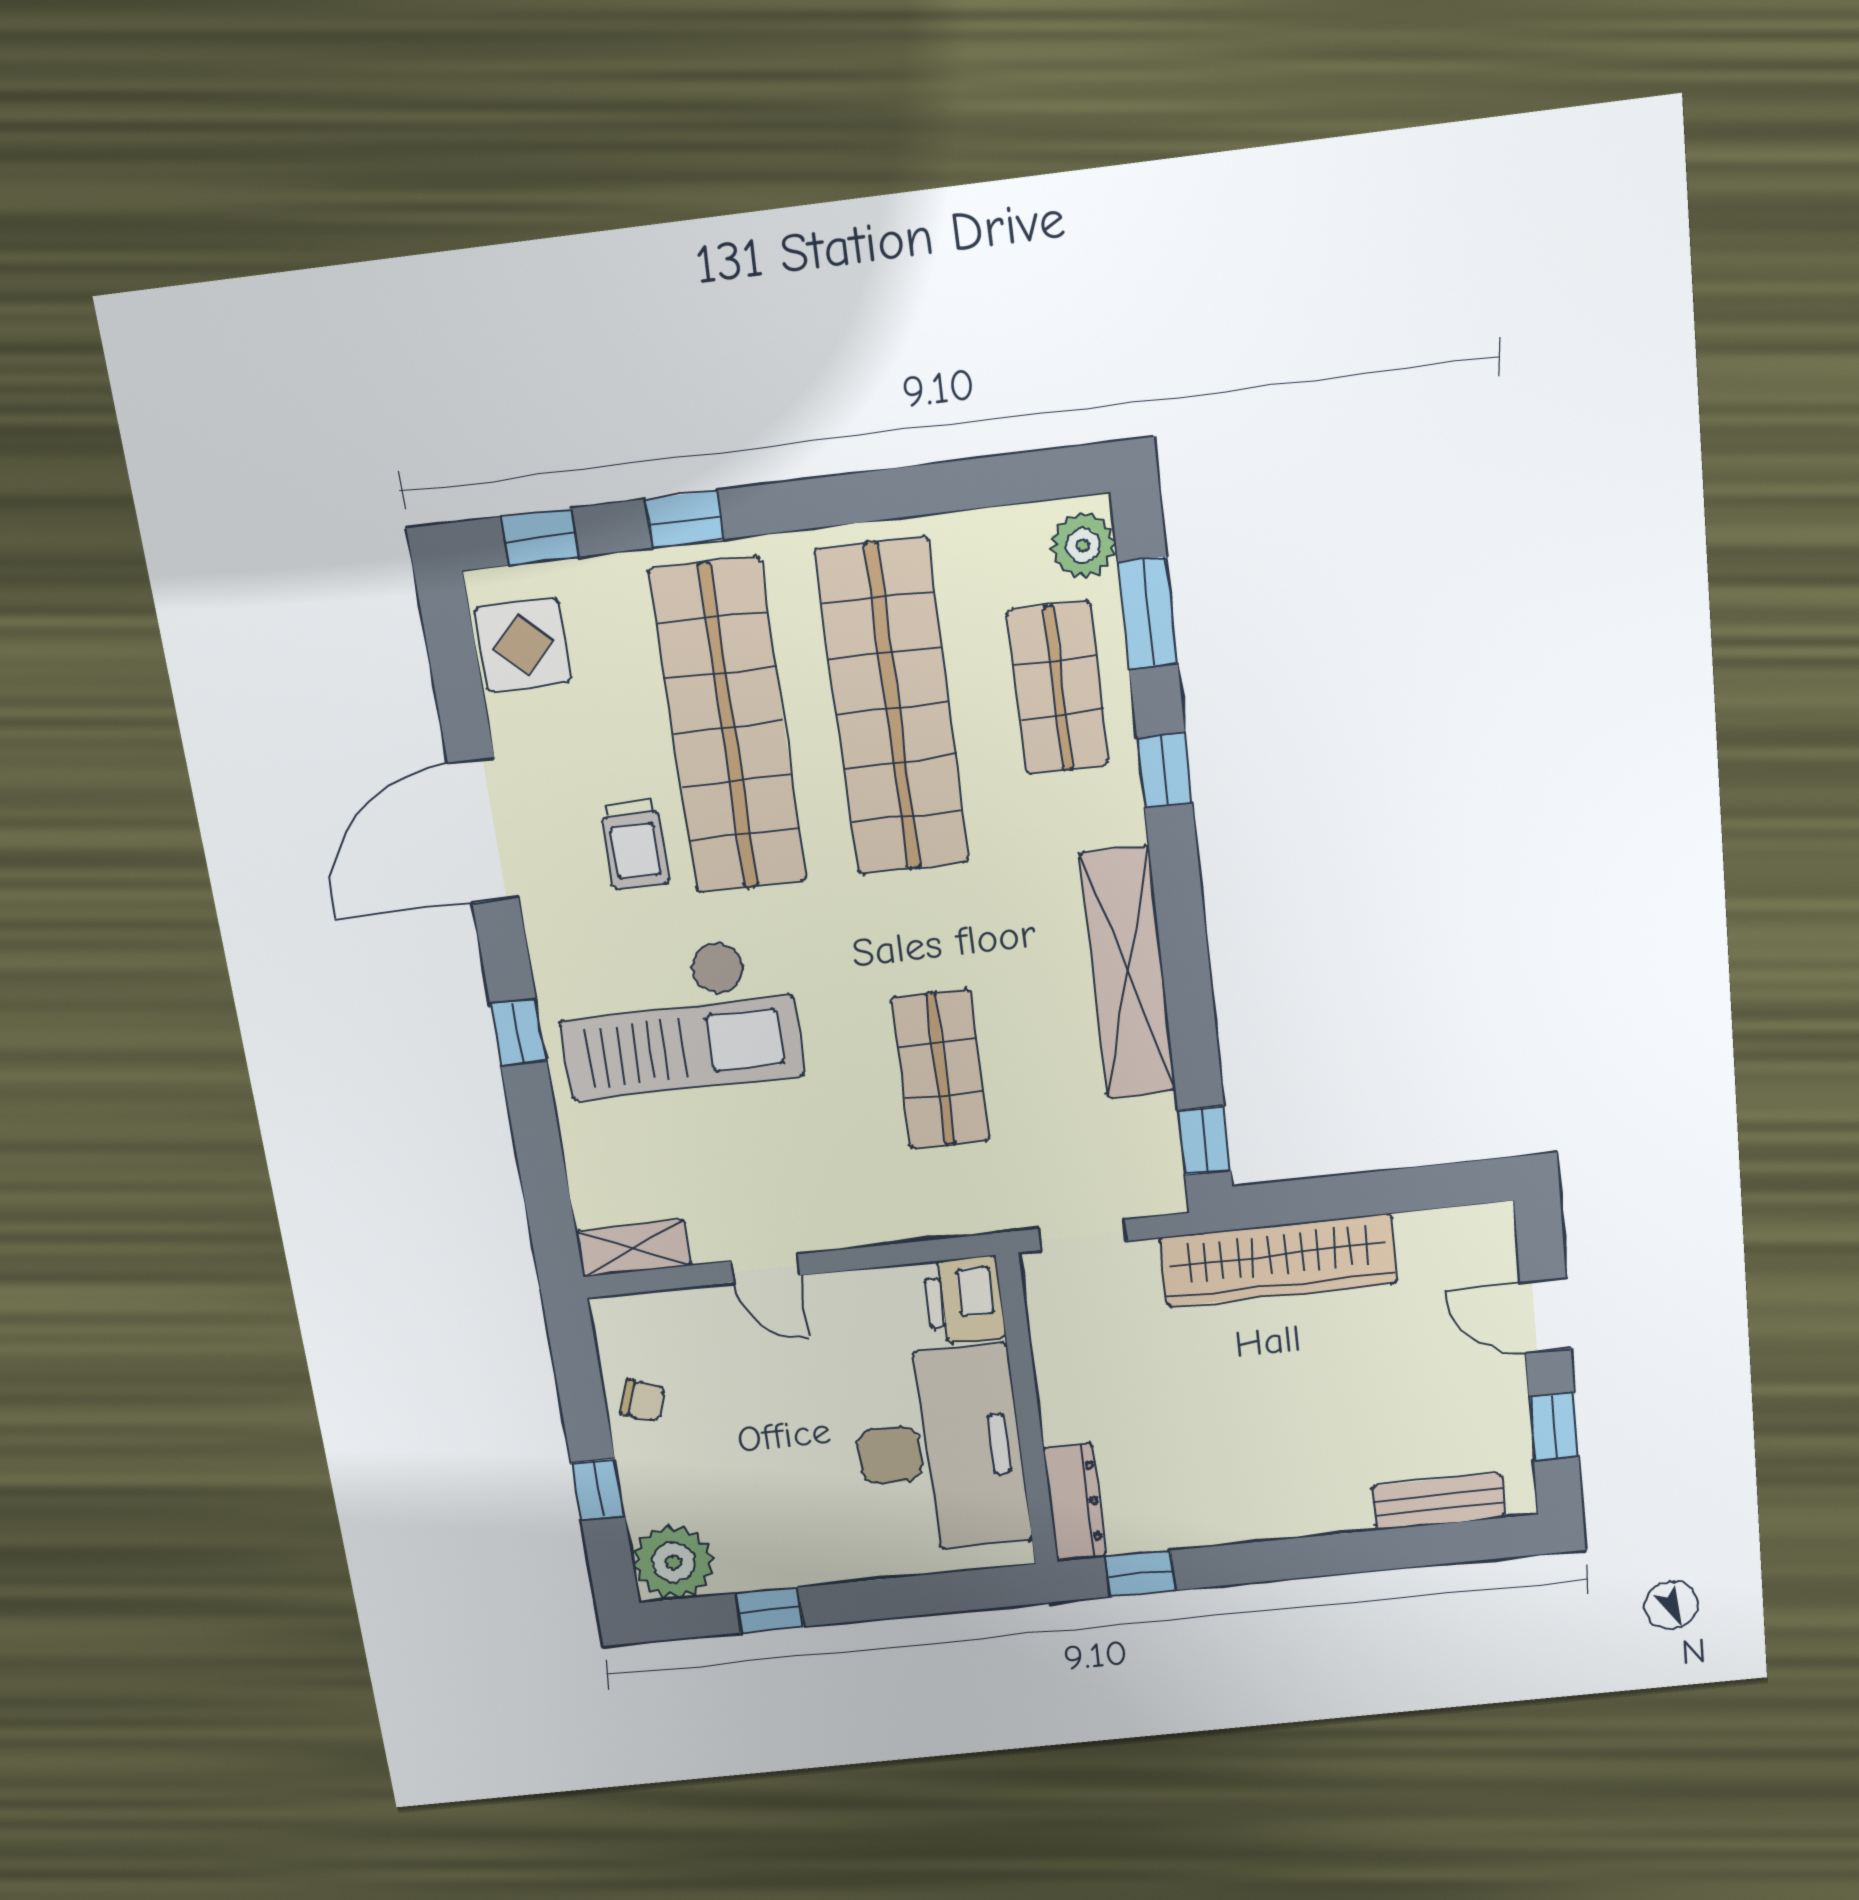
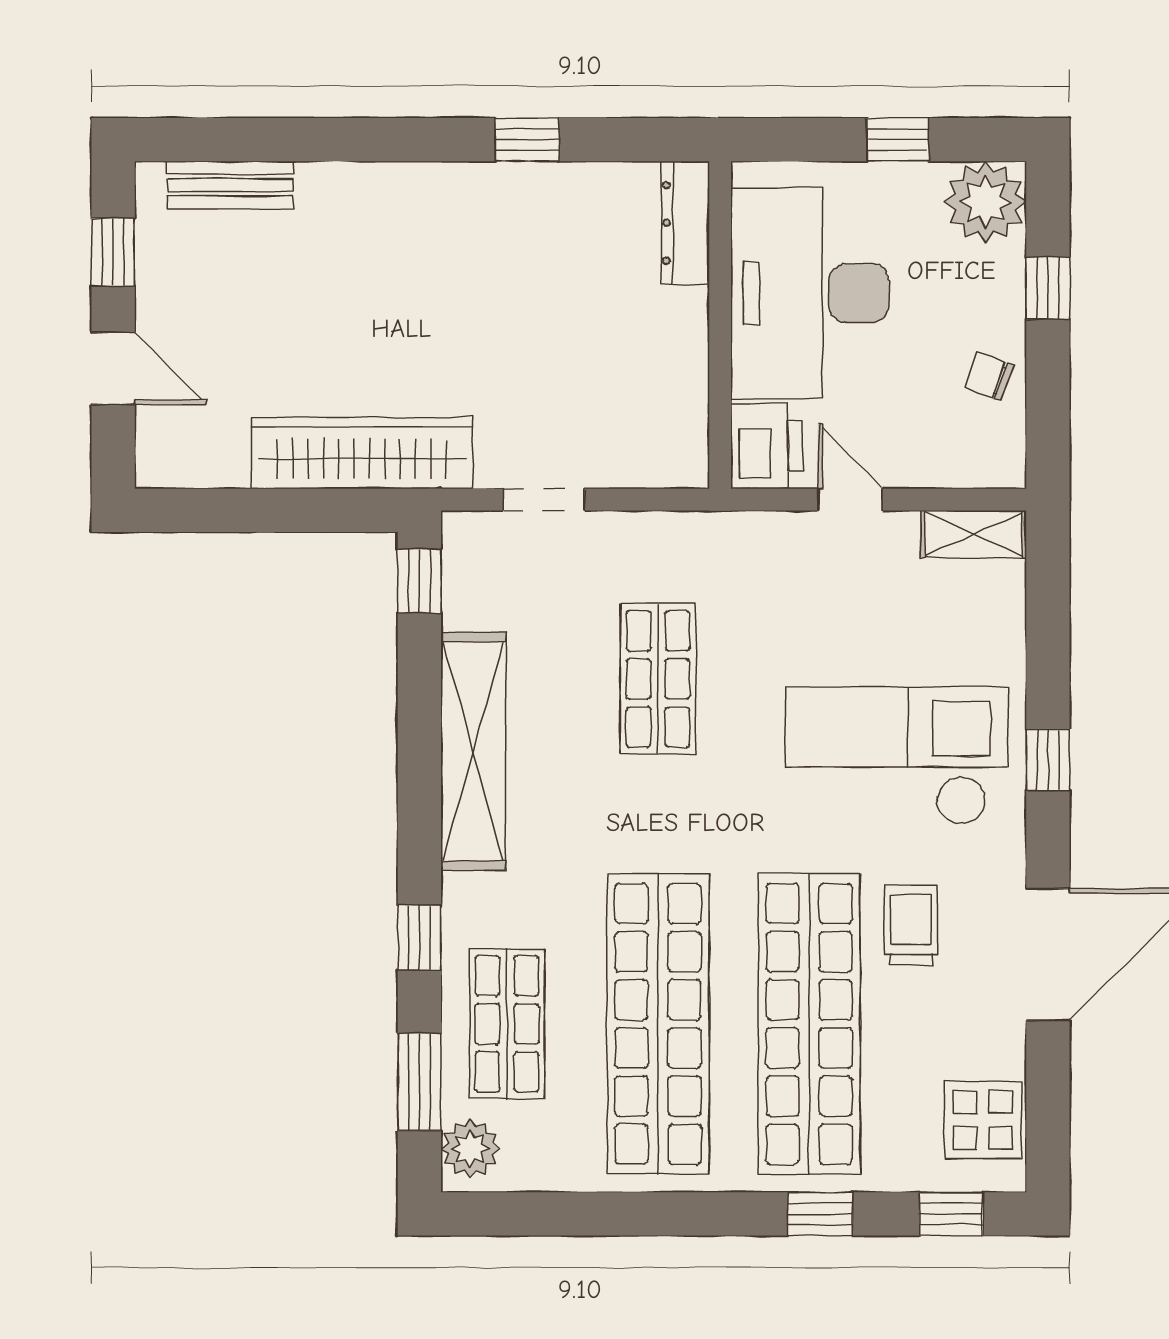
printer: (964, 1300) -> (766, 446), moved
wall: (1027, 1411) -> (720, 325), moved
desk: (940, 1450) -> (810, 293), moved
dresser: (1075, 1503) -> (685, 223), moved

